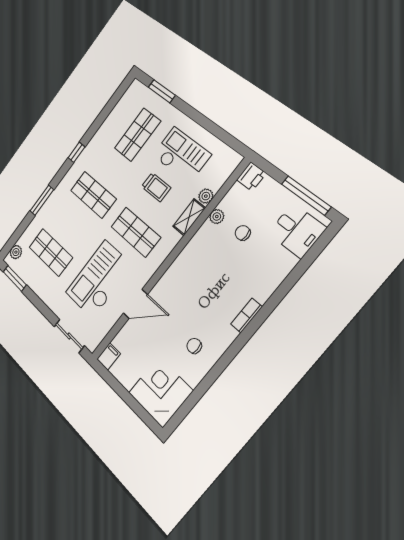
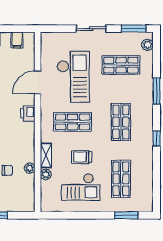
printer: (251, 177) -> (28, 113), moved
shop shelf: (93, 195) -> (121, 122), turned 90
sliding door: (69, 336) -> (91, 29), moved
filing cabinet: (109, 356) -> (17, 40), moved

